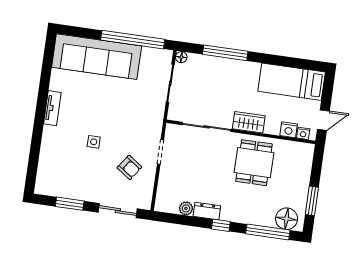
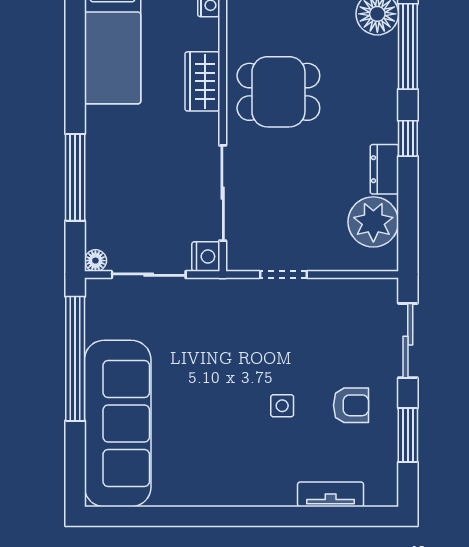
tv unit: (52, 108) -> (331, 494), moved
wardrobe: (249, 122) -> (202, 81), moved
nightstand: (289, 130) -> (206, 256), moved
armchair: (129, 167) -> (351, 405), moved, turned 55
plant: (186, 208) -> (373, 222), width x1.87, depth x1.87

